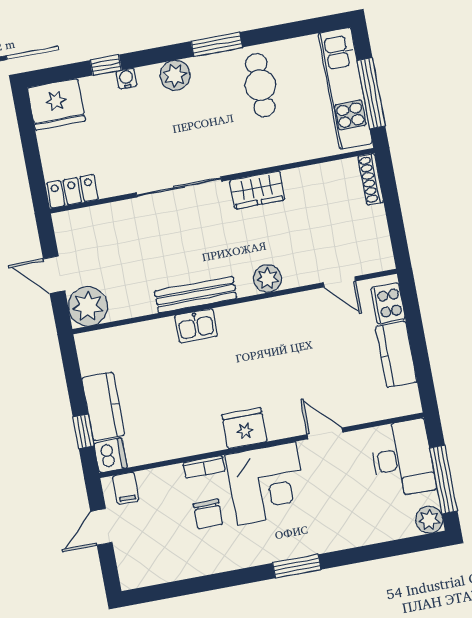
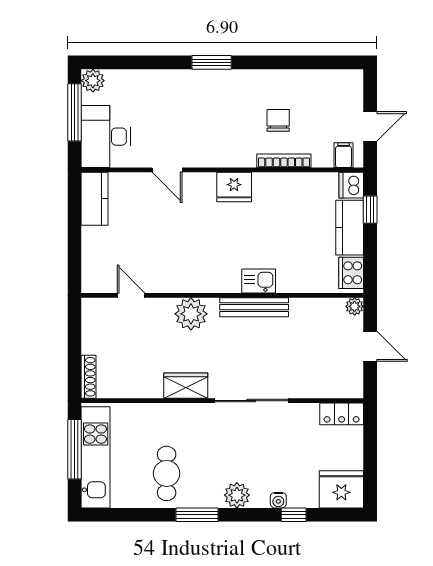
plant: (268, 278) -> (191, 314), width x1.36, depth x1.36
cooker: (388, 303) -> (351, 273), moved, turned 180
plant: (88, 306) -> (355, 306), width x0.53, depth x0.53
kitchen counter: (396, 354) -> (95, 199), moved
bookcase: (204, 467) -> (284, 161), width x1.56
corner desk: (267, 484) -> (224, 137), removed

